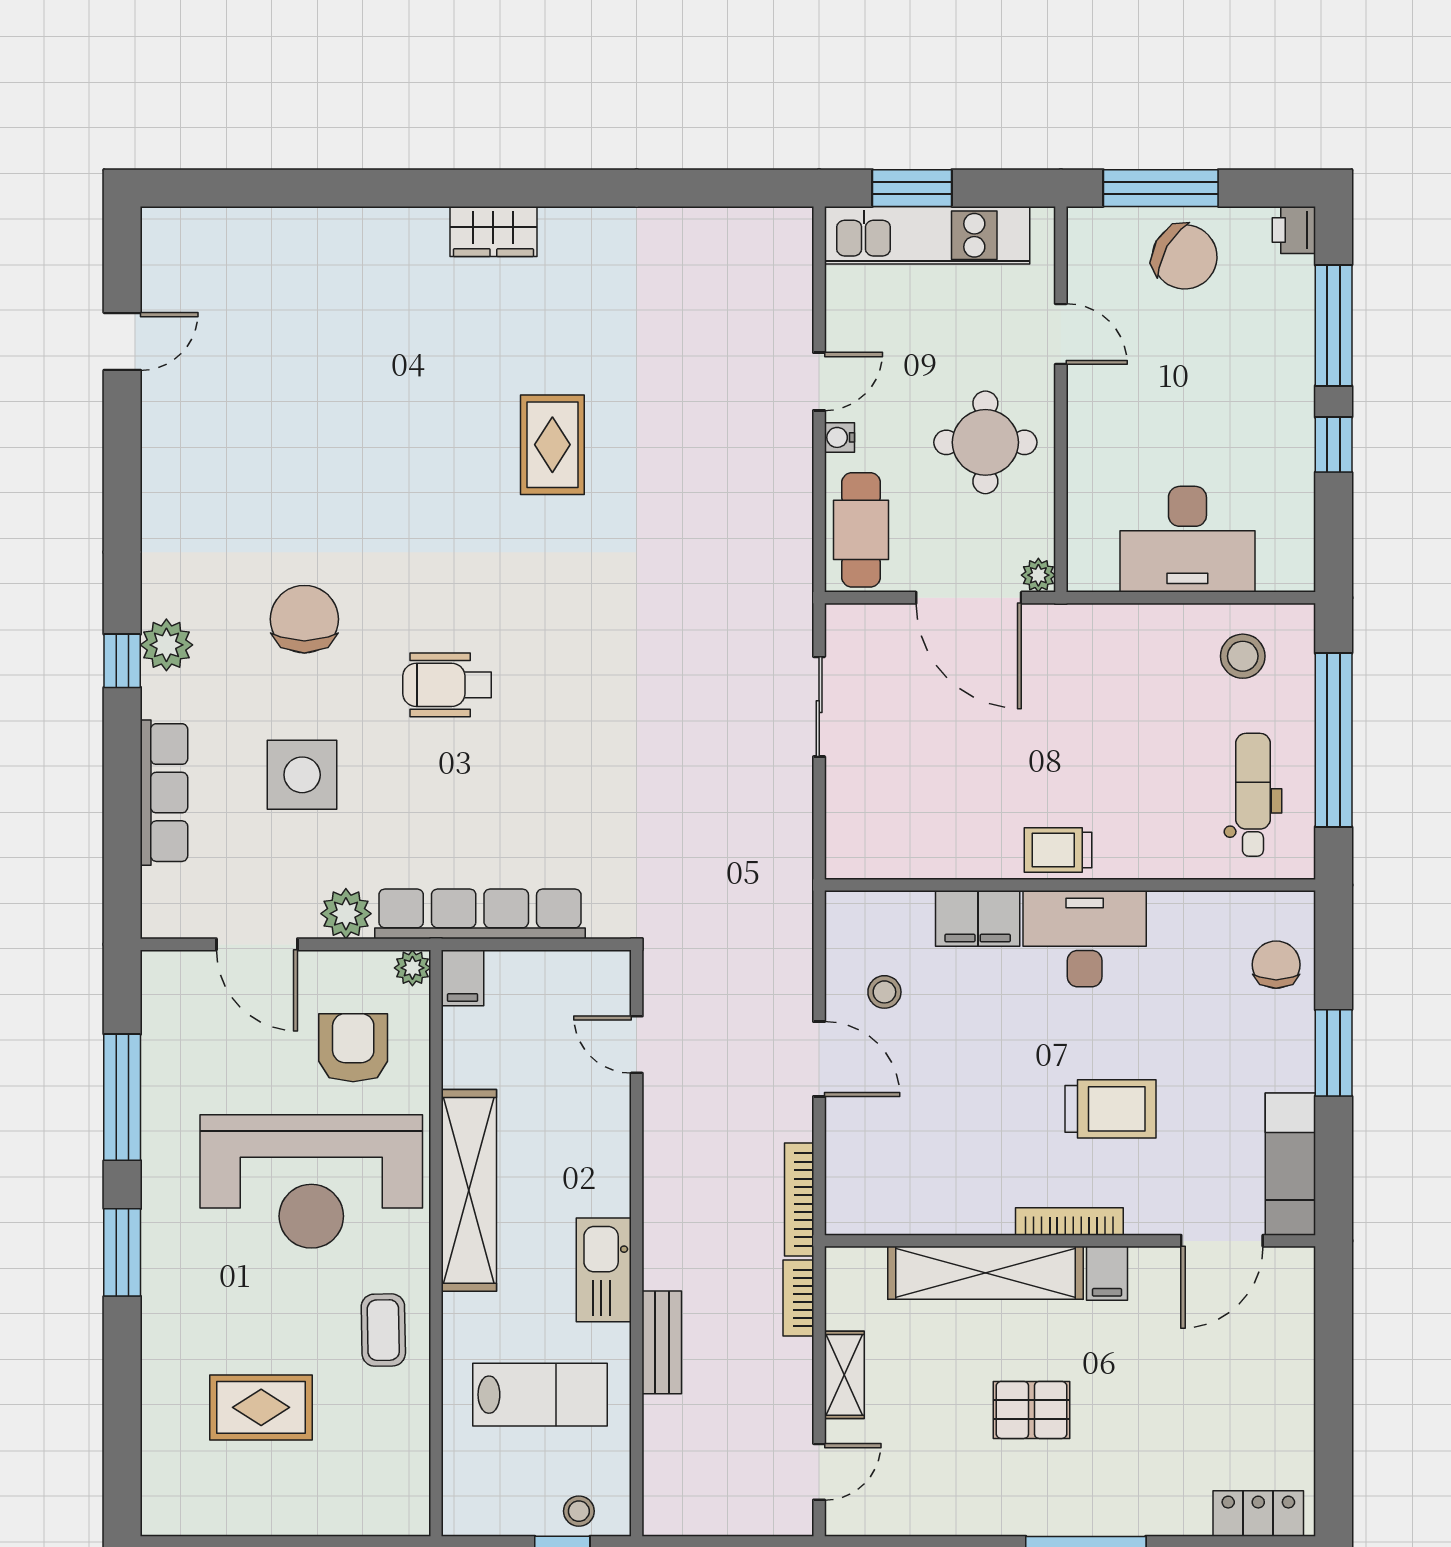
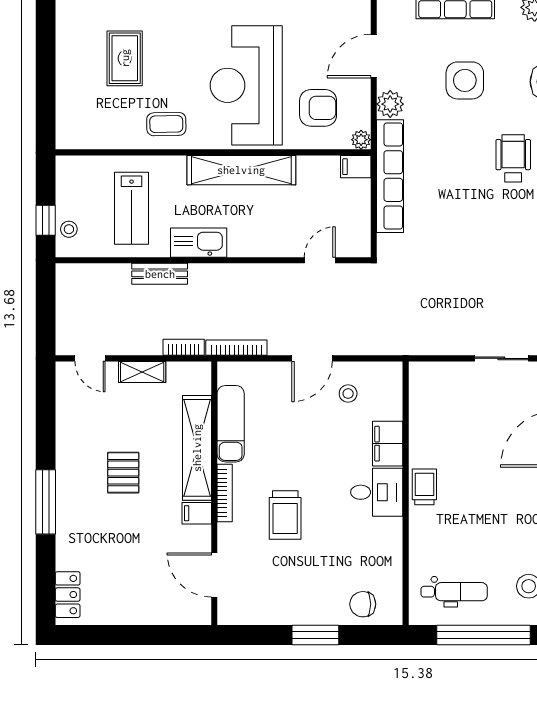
desk: (1085, 939) -> (377, 492), width x0.73
chair: (1276, 965) -> (363, 604), turned 180
exam couch: (1290, 1164) -> (231, 424), moved, turned 90

